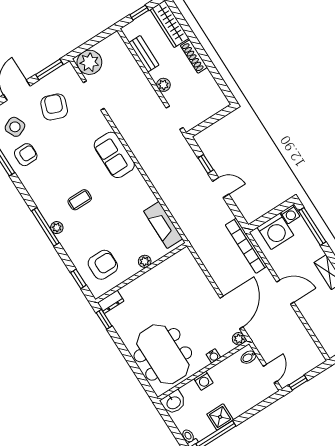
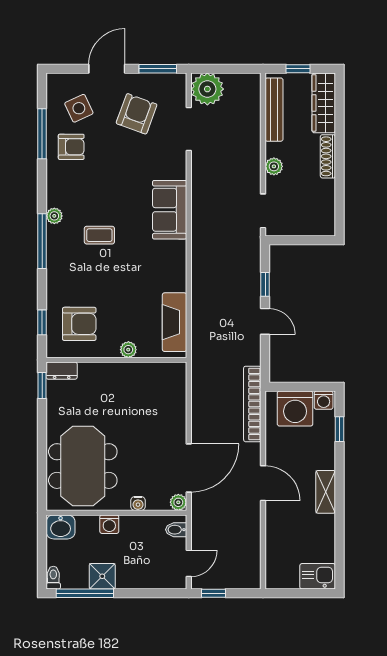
bench: (144, 54) -> (274, 110), width x1.36
window: (312, 226) -> (339, 429), width x0.46
plant: (57, 228) -> (54, 216), moved

